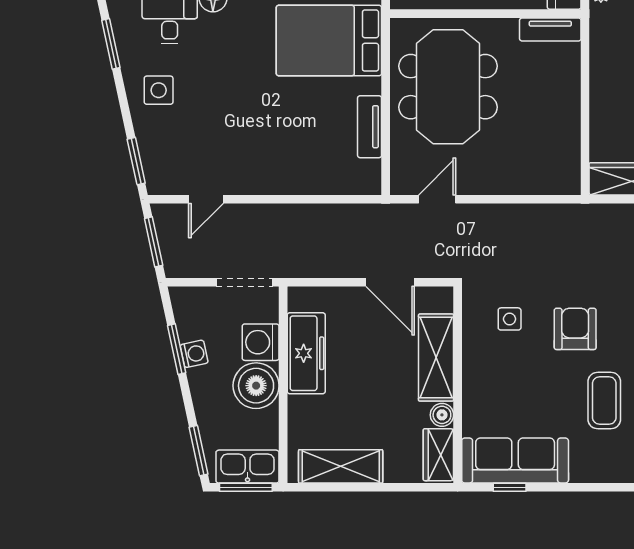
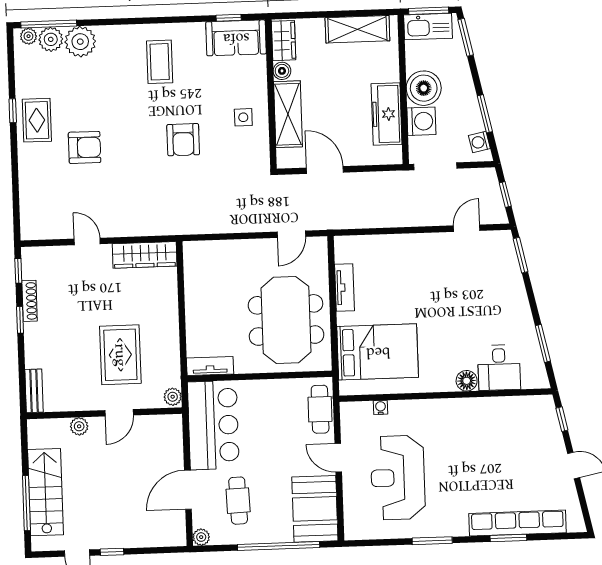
side table: (159, 90) -> (505, 310), removed
window: (154, 242) -> (505, 194), width x0.67
side table: (510, 319) -> (243, 117), moved
washing machine: (194, 354) -> (479, 142), moved
coffee table: (604, 401) -> (160, 62), moved
sofa: (515, 461) -> (236, 38), width x0.73

